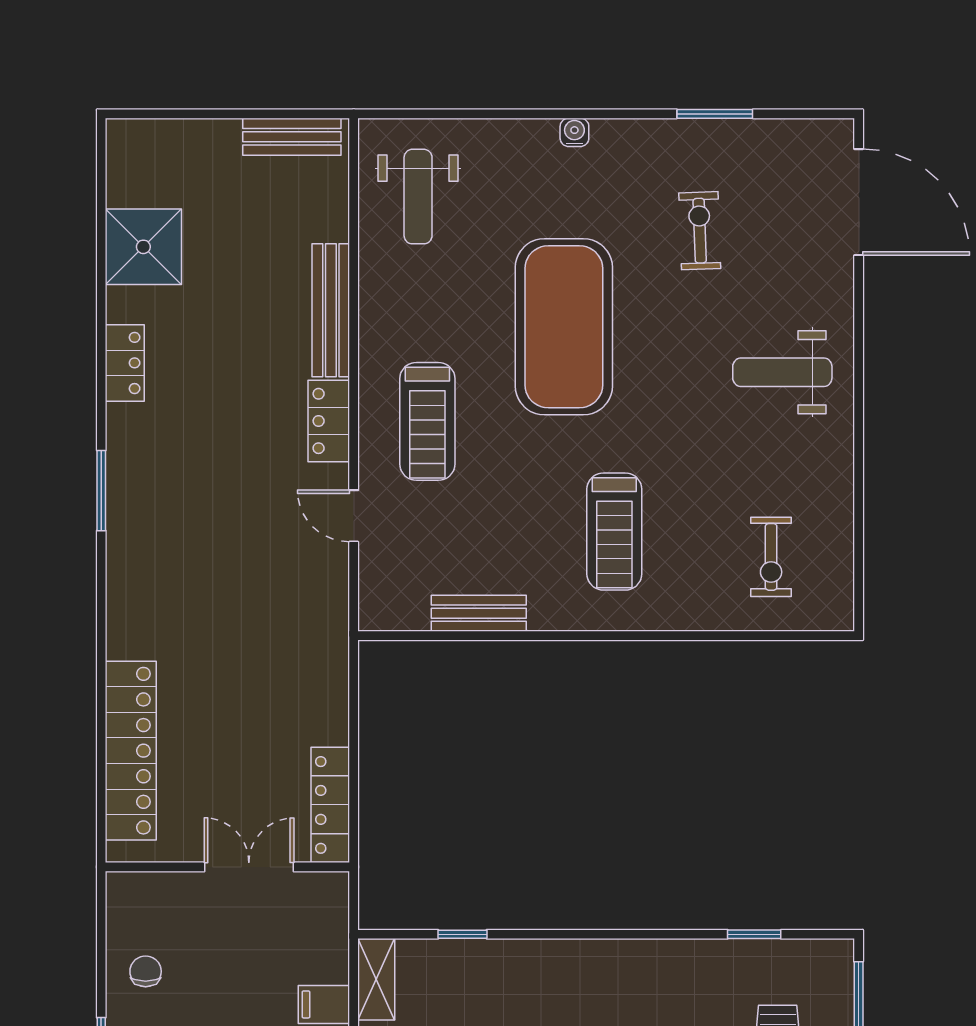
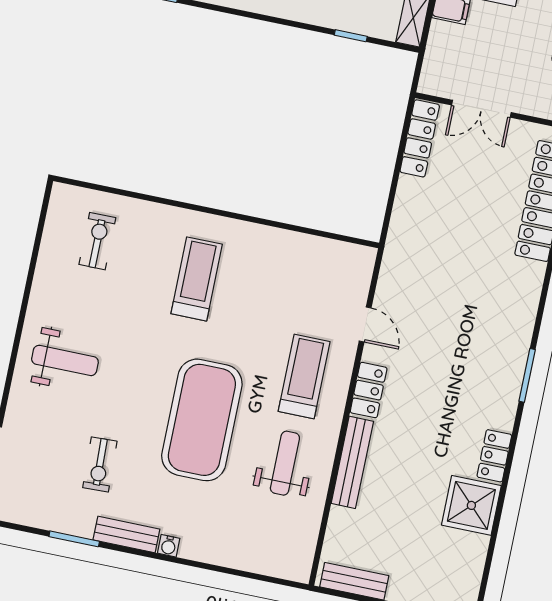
weight bench: (418, 197) -> (285, 463), moved
shower: (143, 247) -> (471, 505), moved
bench: (479, 613) -> (126, 534), moved

